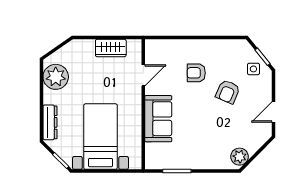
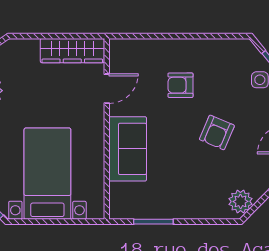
wardrobe: (111, 48) -> (72, 51), width x1.50
armchair: (228, 92) -> (217, 132), moved

